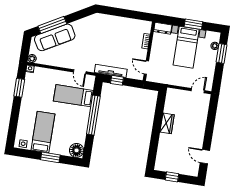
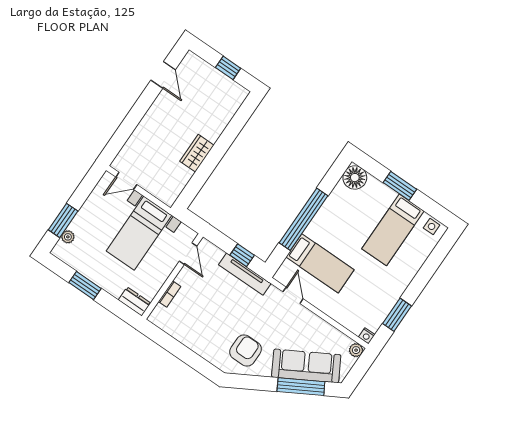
armchair: (91, 30) -> (246, 350), added
bed with nightstands: (186, 47) -> (139, 233), moved, turned 180

